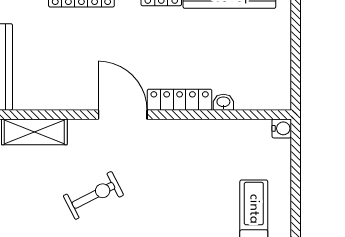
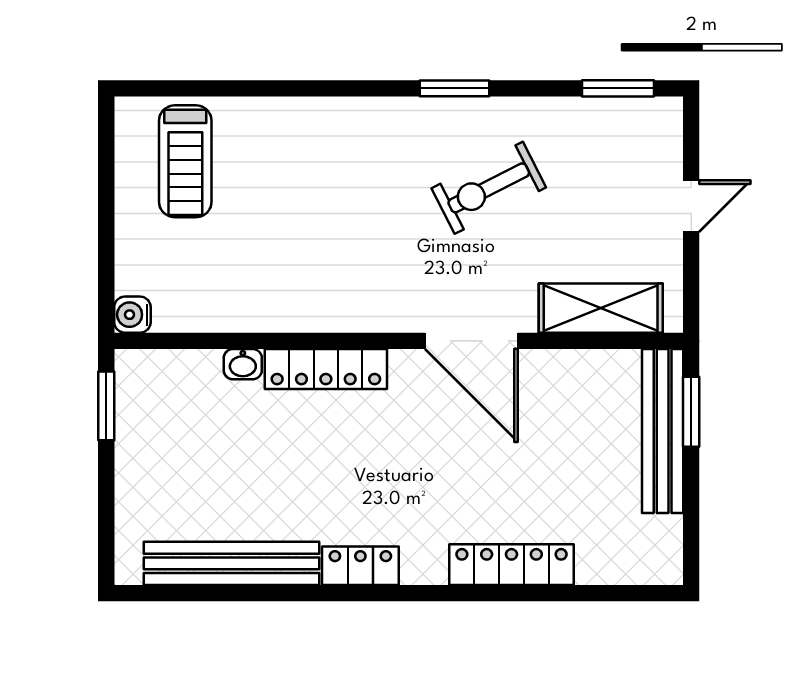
window: (296, 80) -> (106, 406), added
door: (123, 115) -> (471, 341), moved

